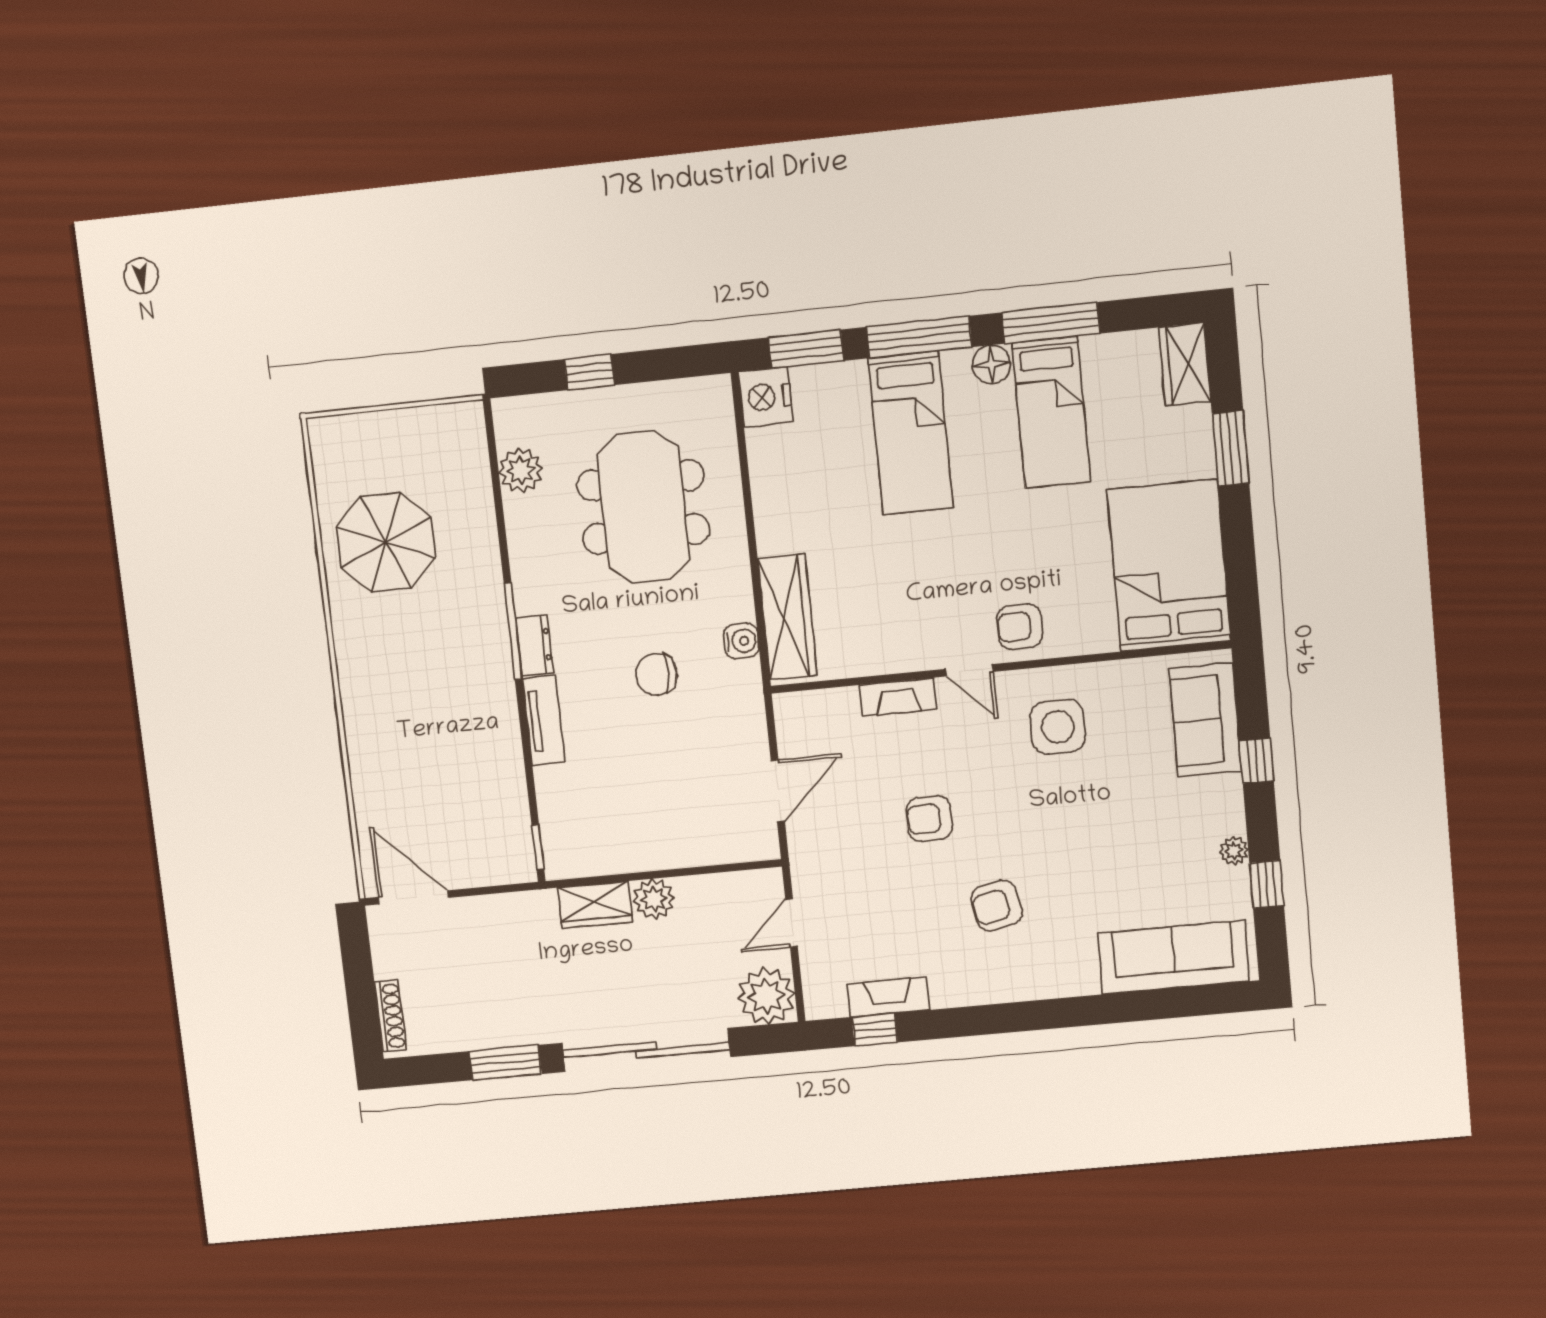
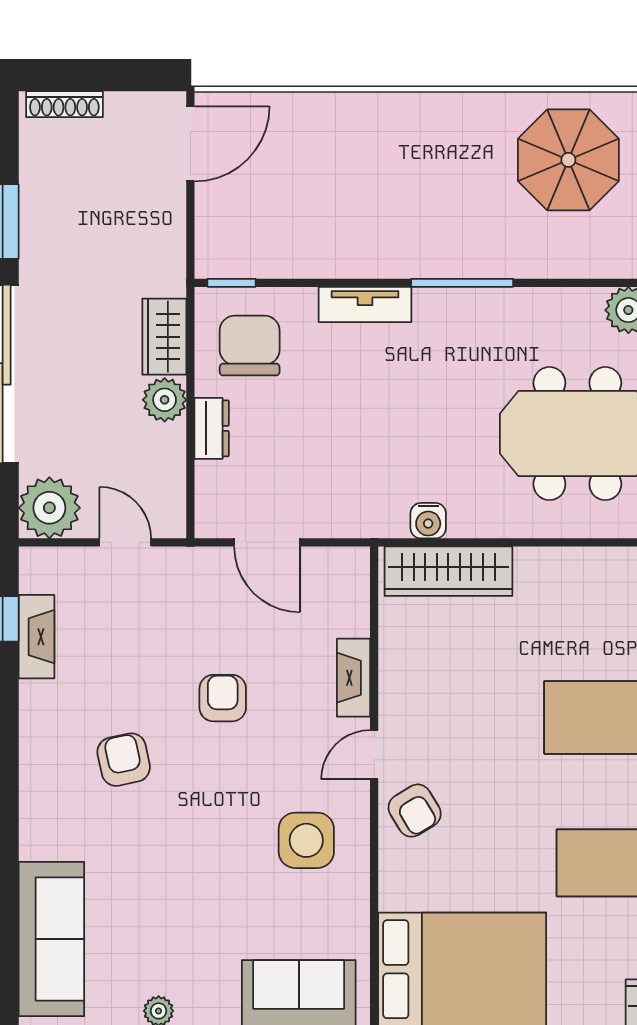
armchair: (1020, 626) -> (415, 811), turned 149
dresser: (535, 645) -> (212, 428), moved, turned -90
chair: (656, 674) -> (250, 346), moved, width x1.37, depth x1.37

